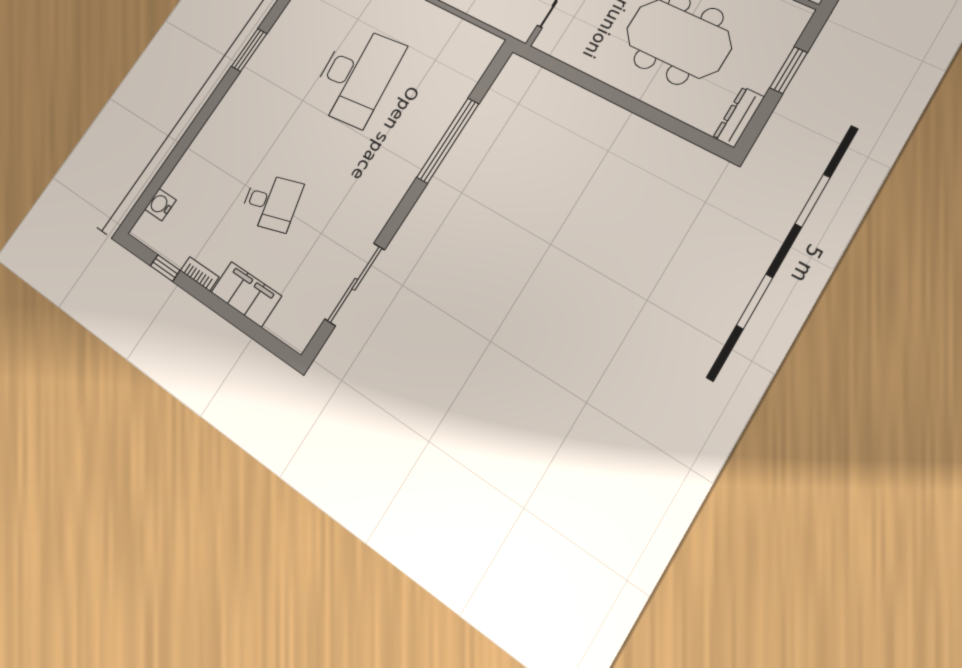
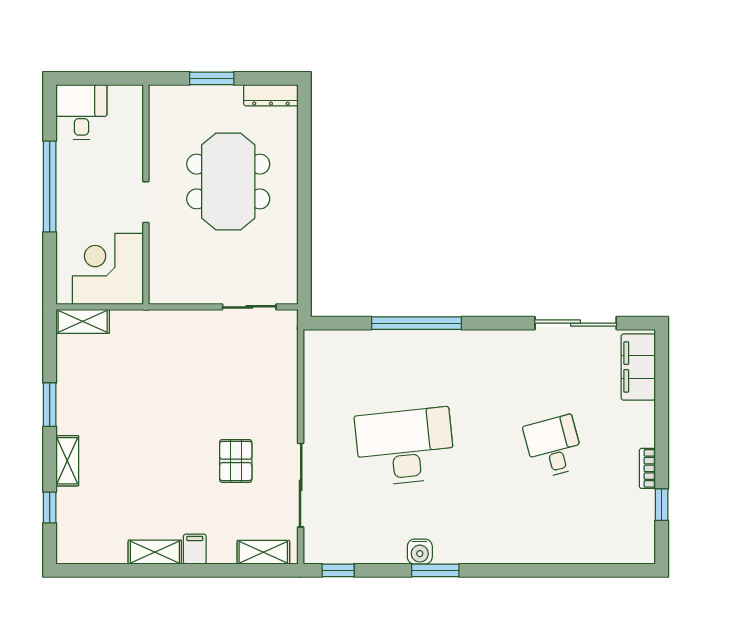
water cooler: (160, 205) -> (420, 552), moved
filing cabinet: (246, 294) -> (638, 367), moved

